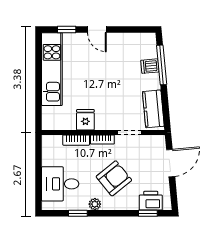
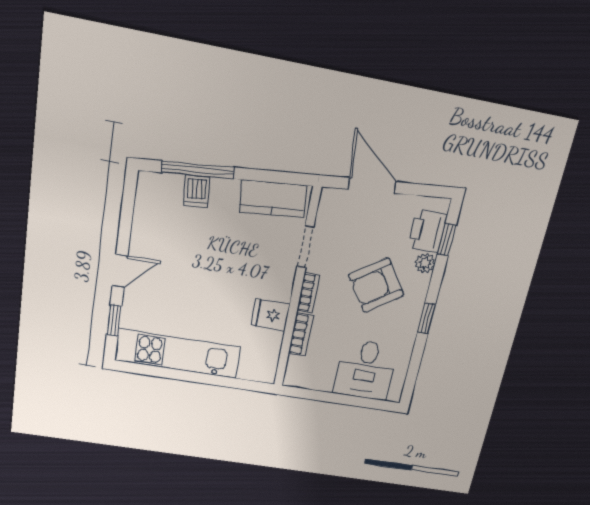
armchair: (114, 178) -> (376, 285), turned -85
plant: (95, 204) -> (425, 263), moved
window: (78, 213) -> (427, 318), moved

